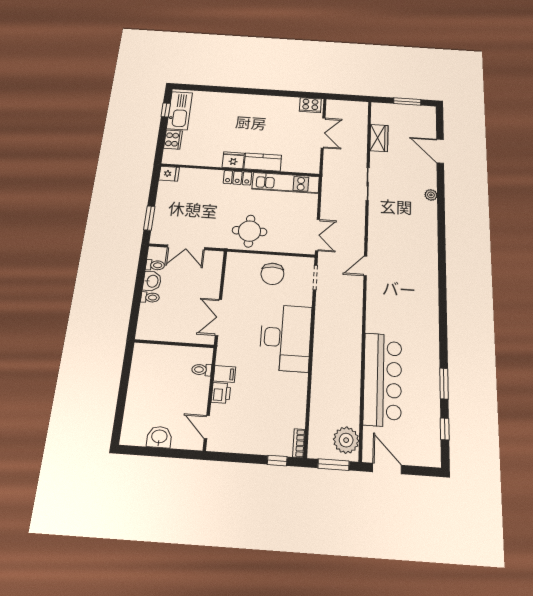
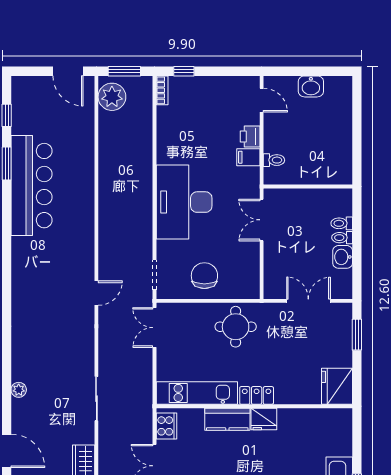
cooker: (173, 140) -> (167, 426), moved, turned 180
fridge: (169, 174) -> (337, 386), width x1.88, depth x1.34
toilet: (155, 265) -> (342, 223), moved
double door: (218, 317) -> (262, 220), swing flipped
bar counter: (383, 379) -> (32, 186), moved, turned 180

